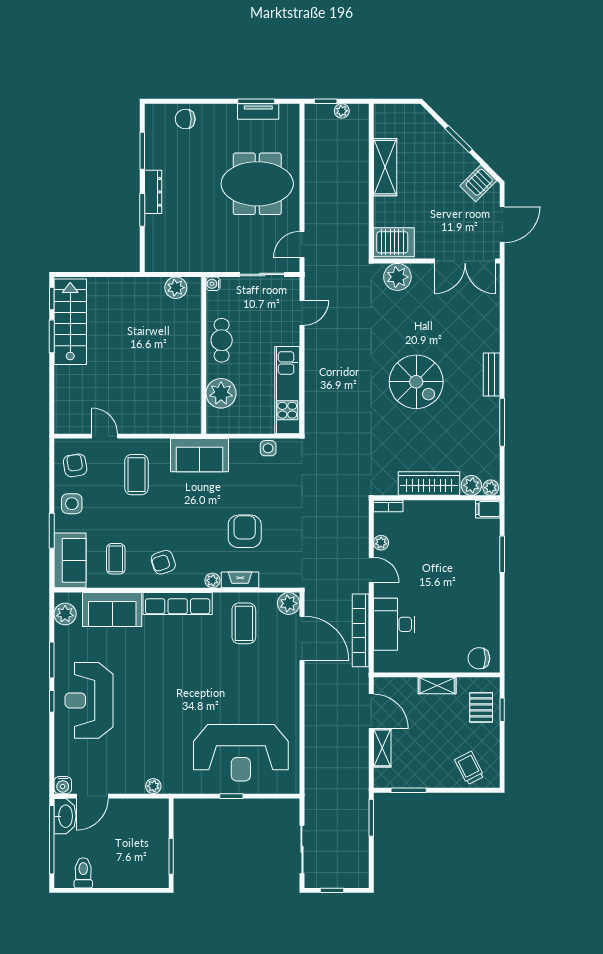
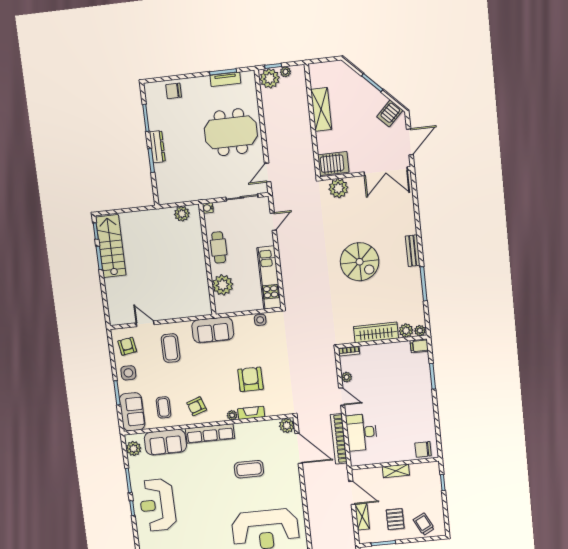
plant: (319, 117) -> (270, 78), added
coffee table: (244, 623) -> (249, 469), moved, turned 90
pallet: (481, 707) -> (395, 519), moved

